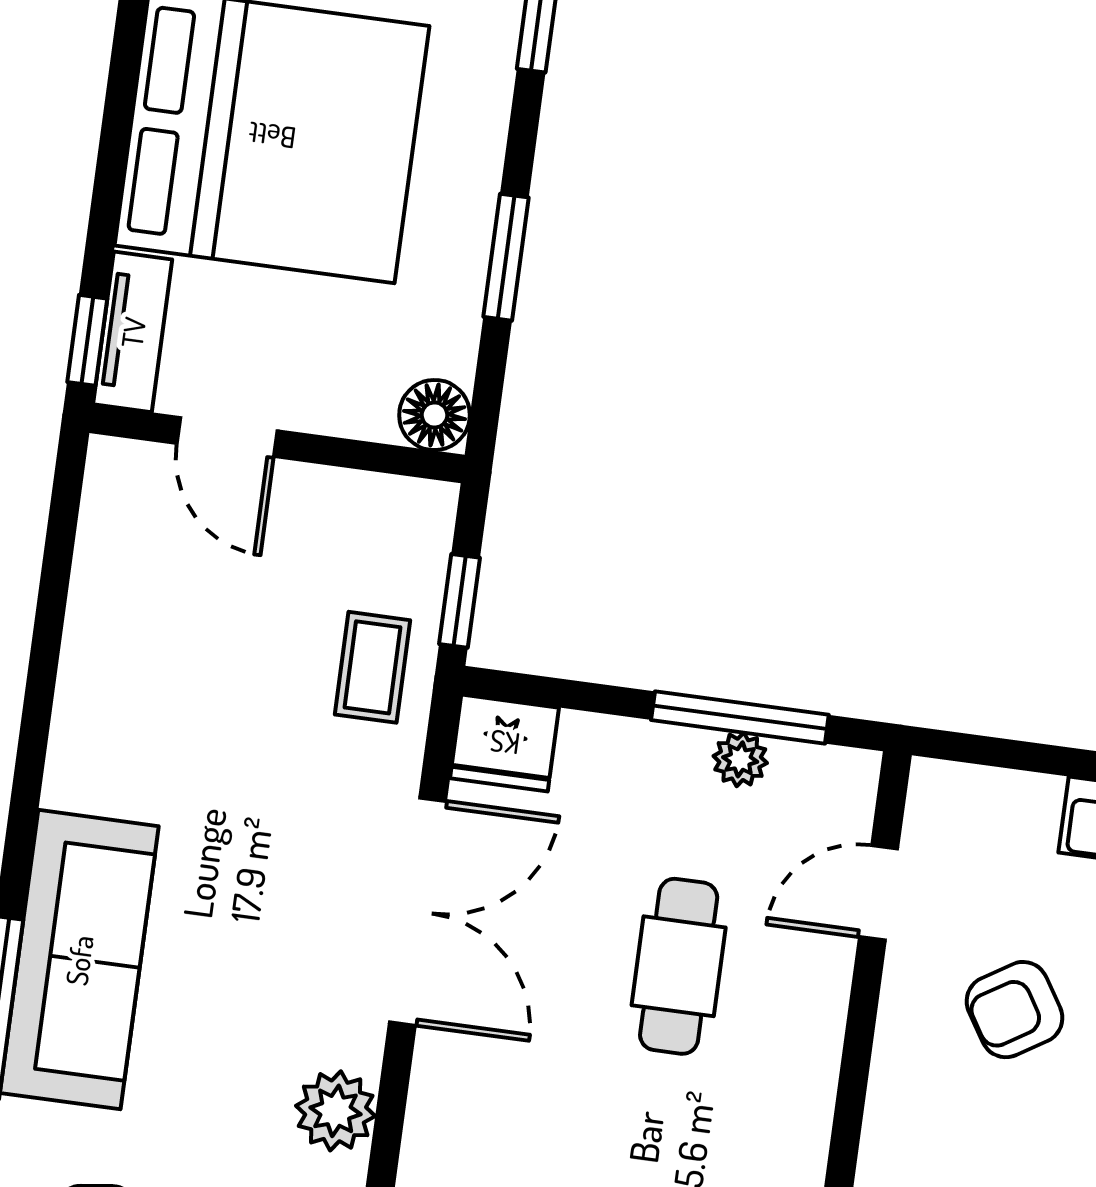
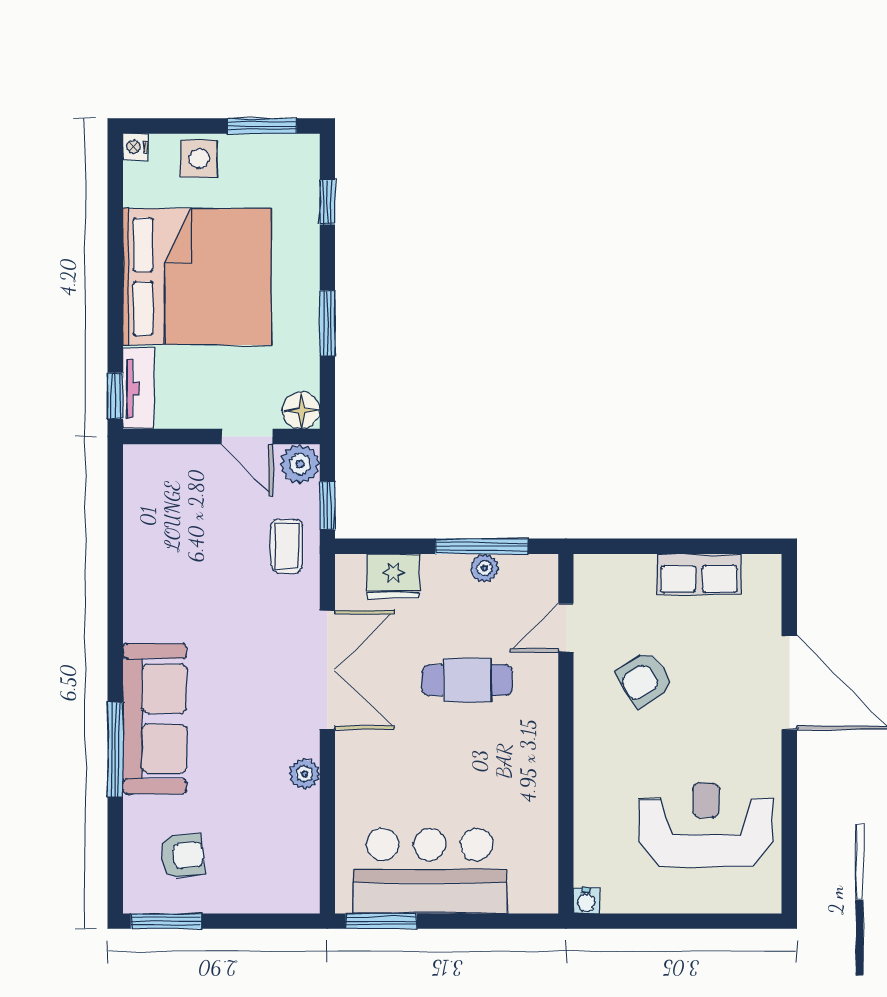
door: (227, 437) -> (247, 436), moved
plant: (418, 516) -> (300, 464), added
fridge: (505, 743) -> (394, 576), moved
cafe table: (679, 966) -> (467, 680), turned 90
plant: (336, 1111) -> (304, 774), width x0.73, depth x0.73

